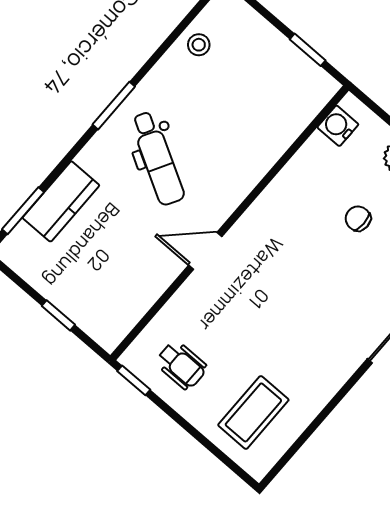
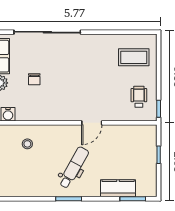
stool: (199, 45) -> (27, 144), moved
door: (205, 251) -> (92, 123), hinge flipped

